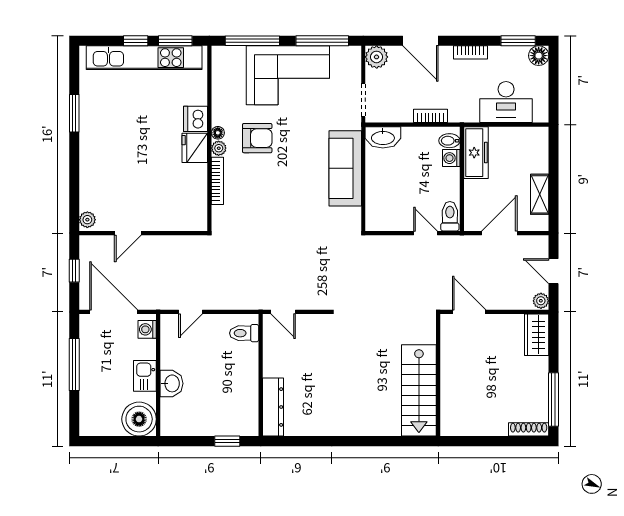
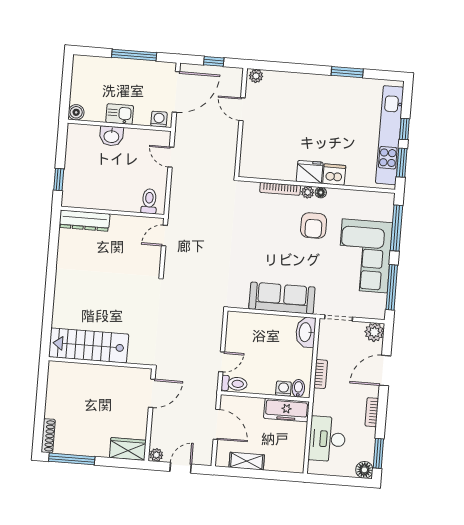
boiler: (139, 419) -> (76, 112), width x0.54, depth x0.54

